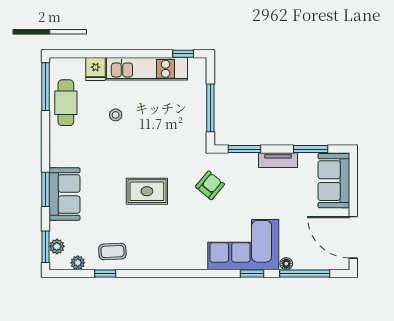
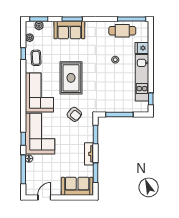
rug: (147, 191) -> (71, 78), width x1.36, depth x1.43
door: (353, 237) -> (44, 197), width x0.53
corner sofa: (172, 246) -> (39, 93), added

